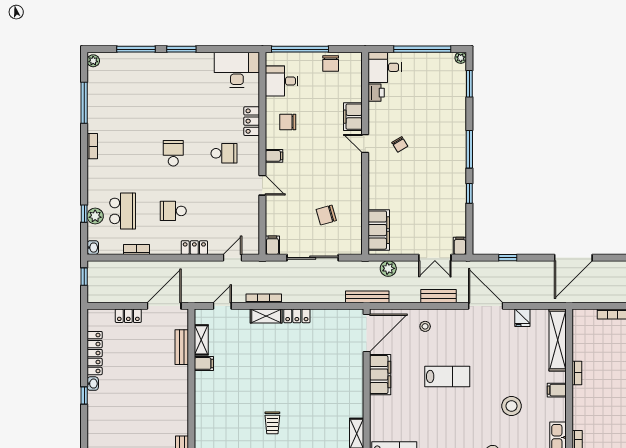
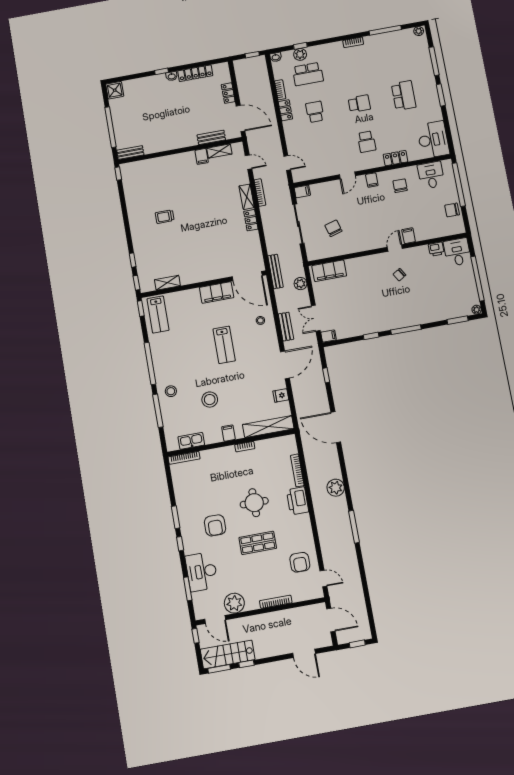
school desk: (173, 96) -> (404, 96), added
filing cabinet: (353, 117) -> (409, 236), width x0.50
locker: (194, 248) -> (285, 110), moved

